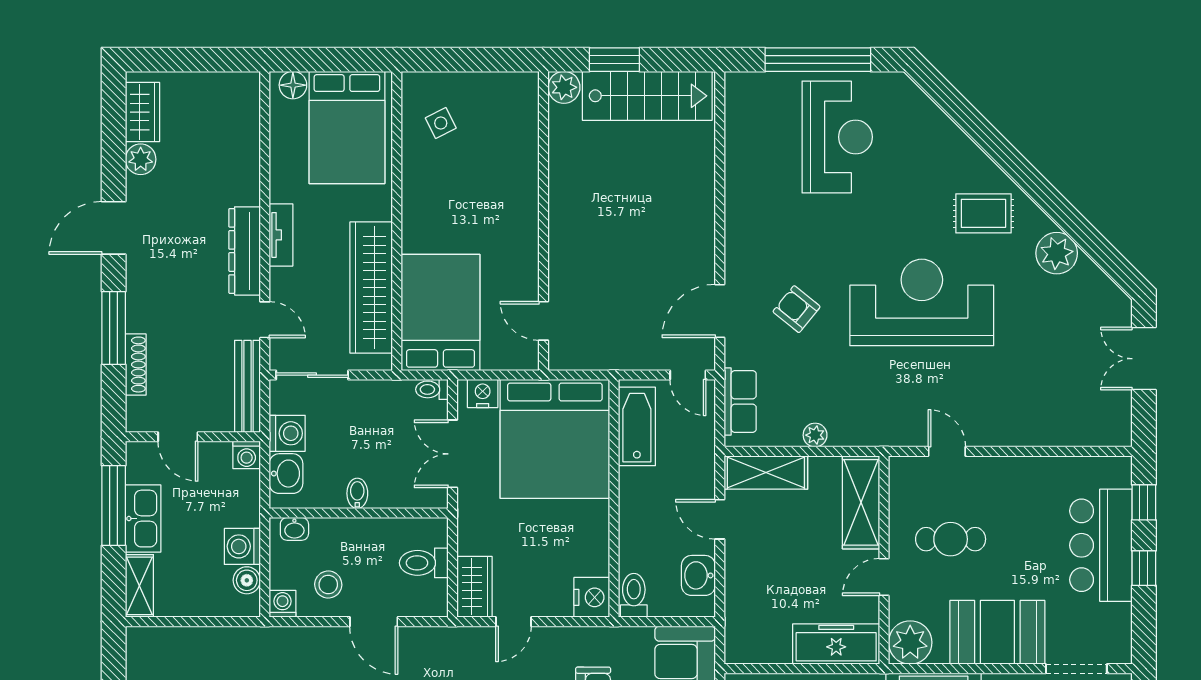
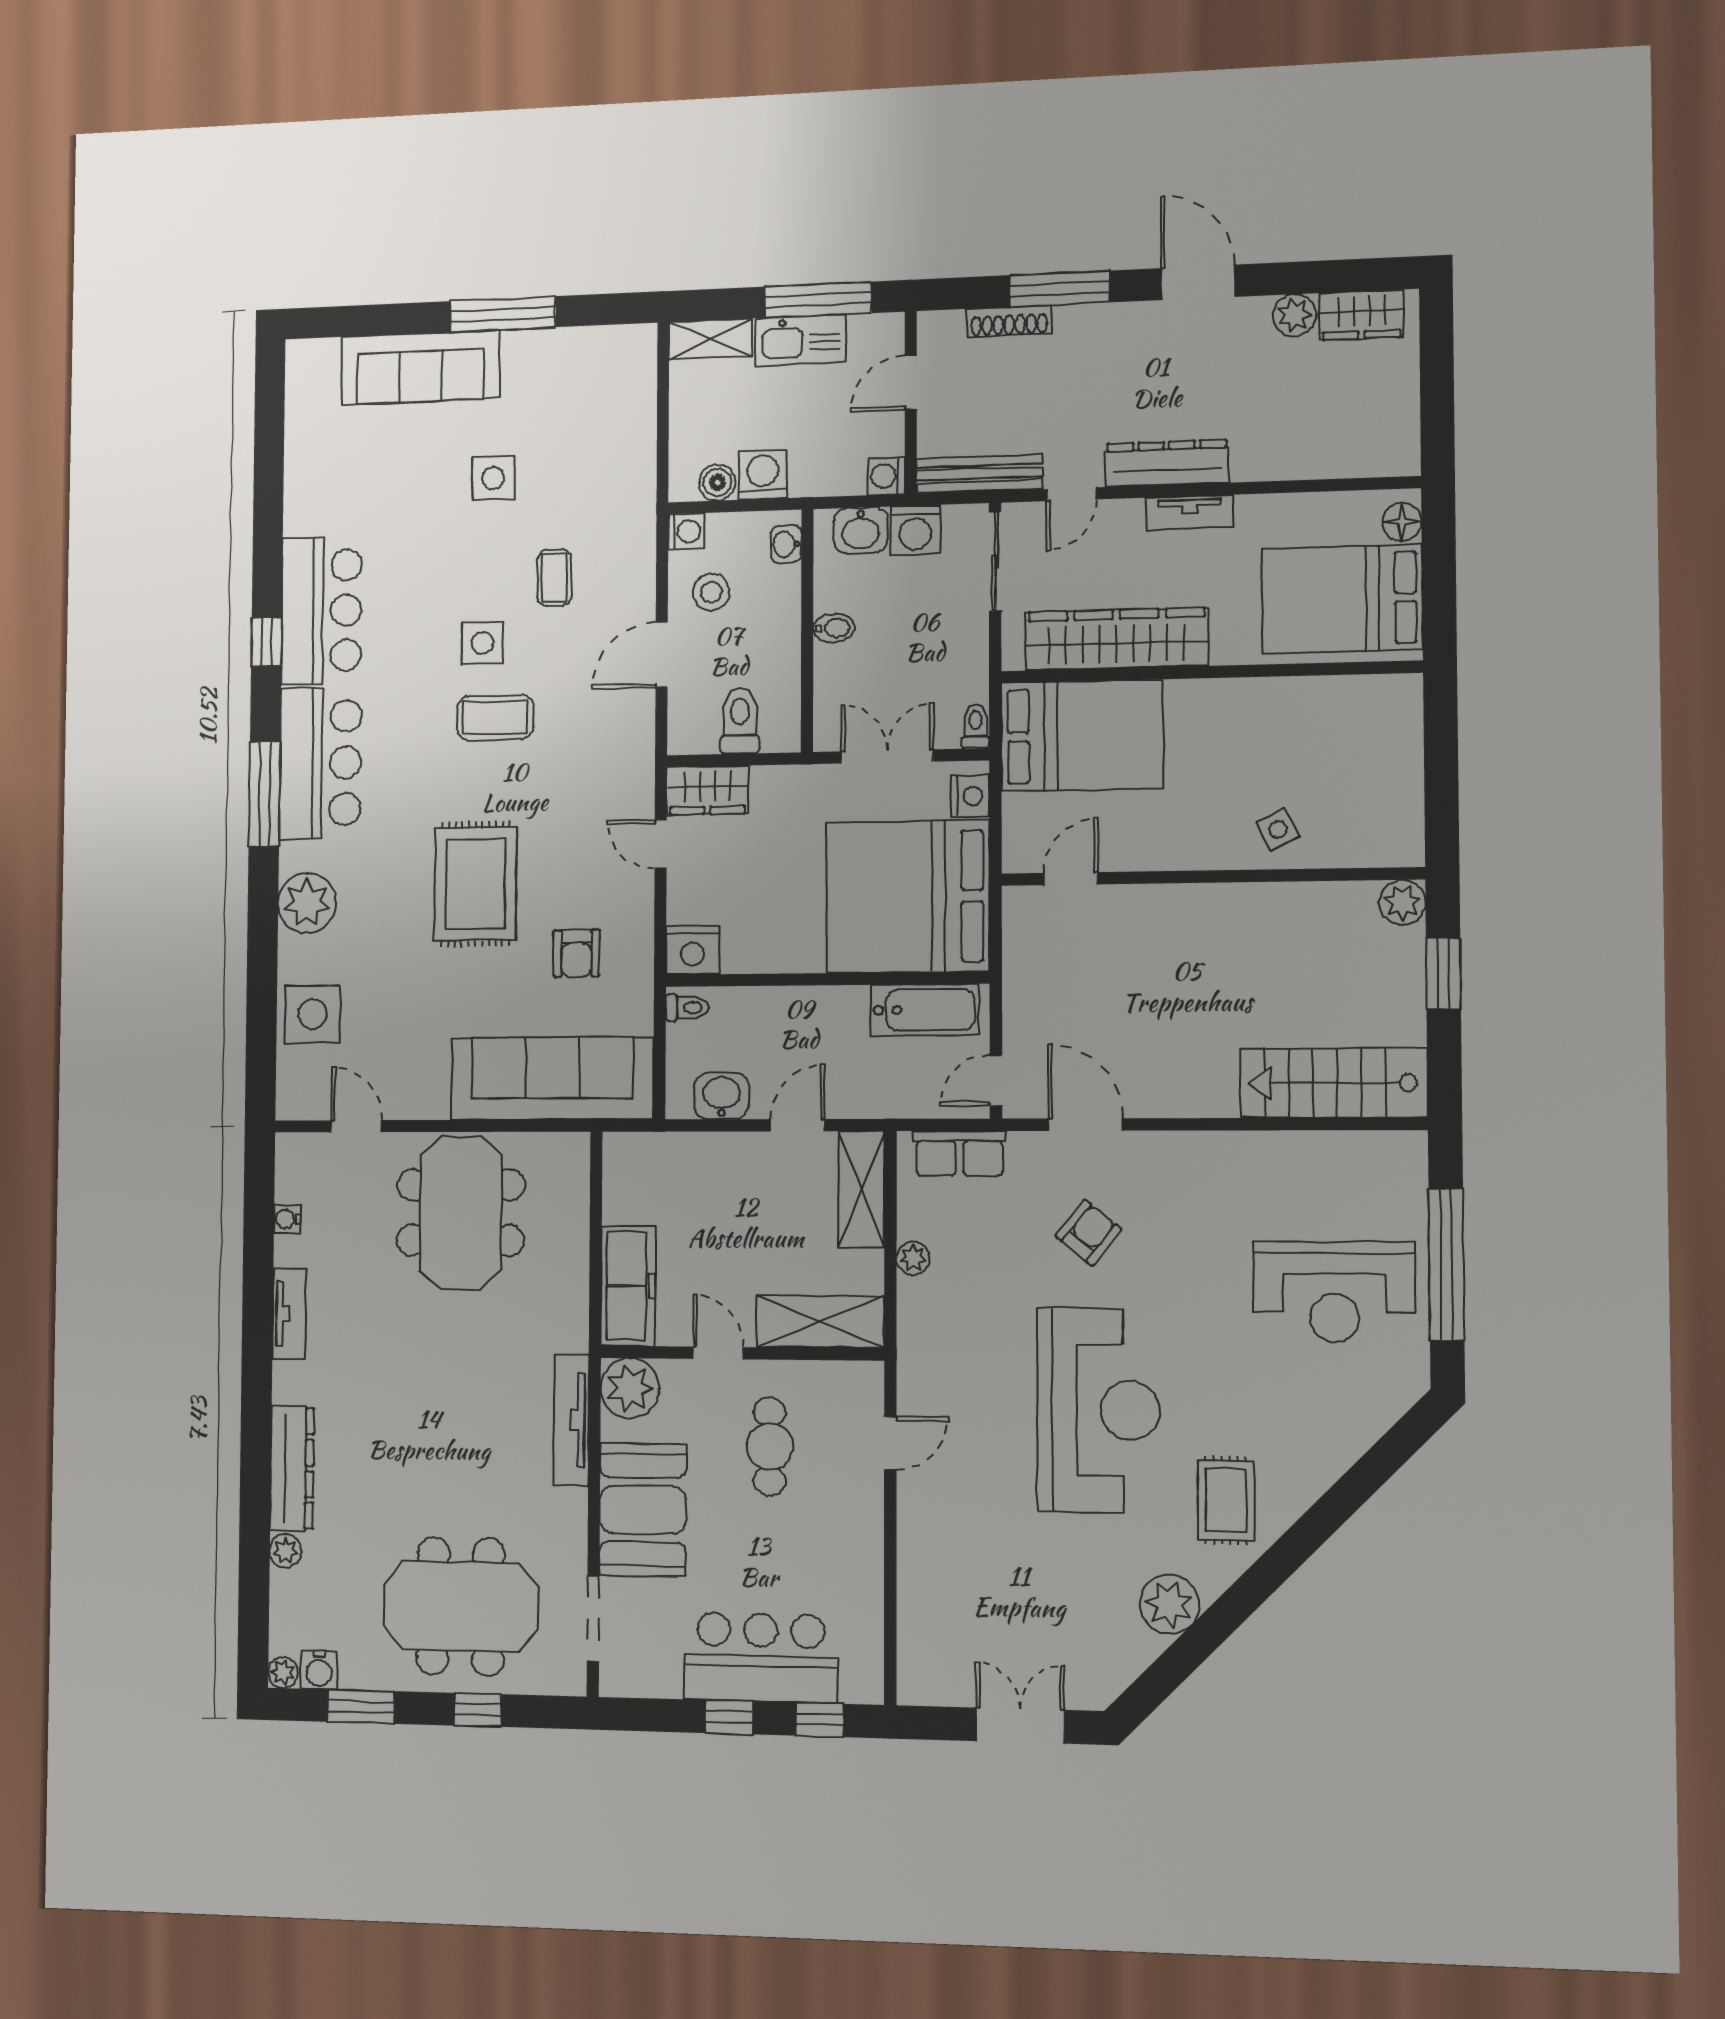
stairs: (647, 96) -> (1334, 1083), moved, turned 90
side table: (441, 123) -> (1278, 830), moved
toilet: (634, 595) -> (687, 1008), width x0.73, depth x0.72

